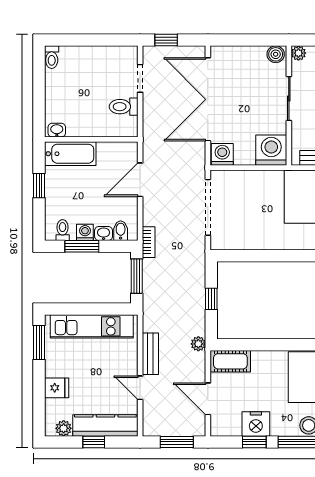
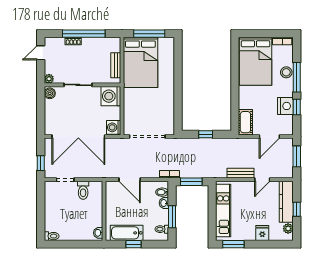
bathtub: (70, 154) -> (127, 233), moved, turned -90
washing machine: (85, 232) -> (163, 215), removed
plant: (198, 344) -> (234, 143), removed

